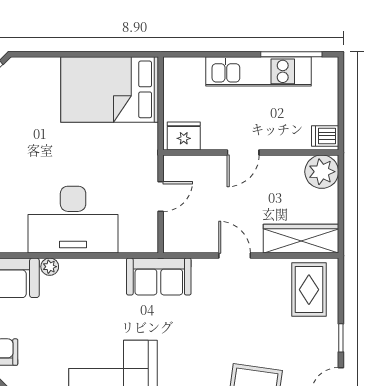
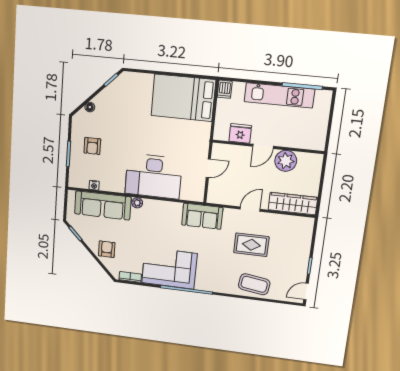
fridge: (184, 136) -> (240, 133), moved
dishwasher: (325, 136) -> (225, 89), moved, turned -90
plant: (322, 172) -> (286, 161), moved
door: (235, 256) -> (250, 209), hinge flipped
rug: (309, 290) -> (251, 245), moved, turned 90

